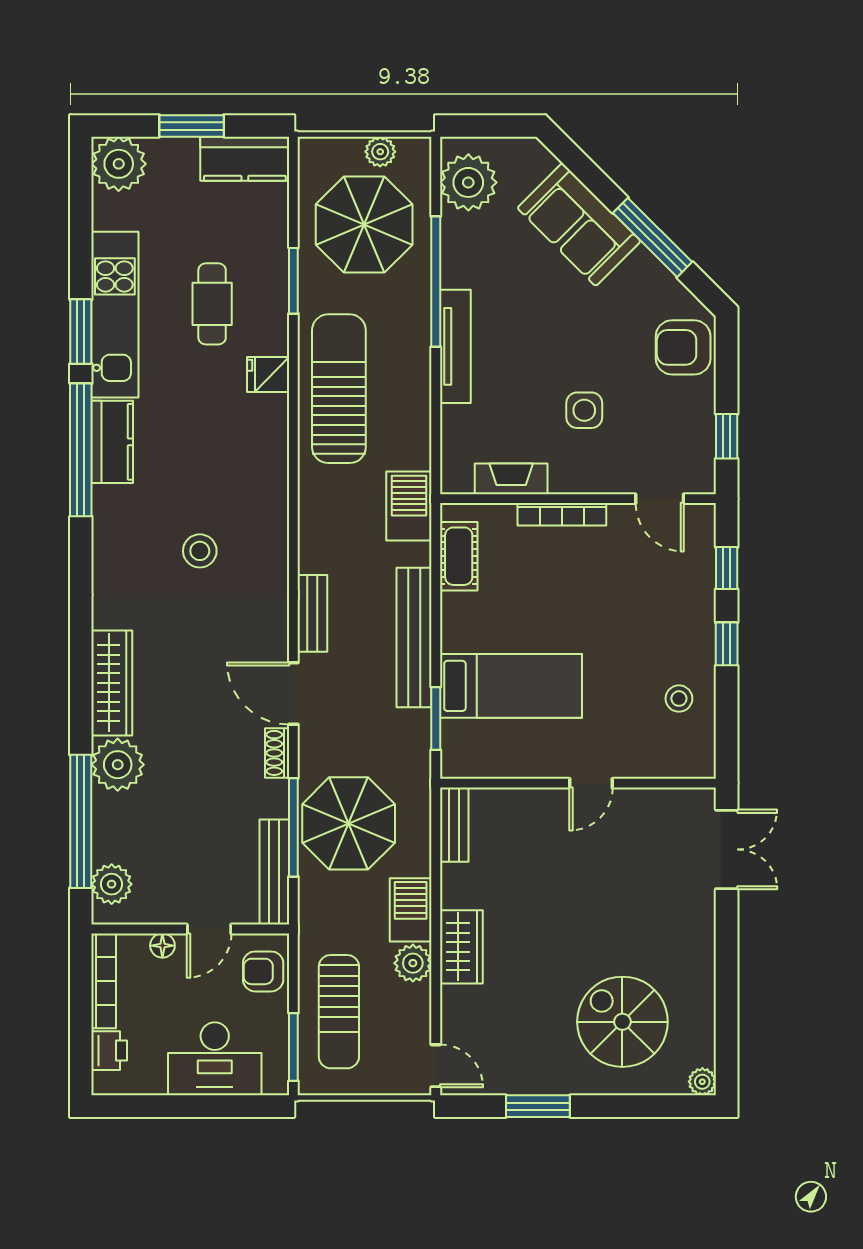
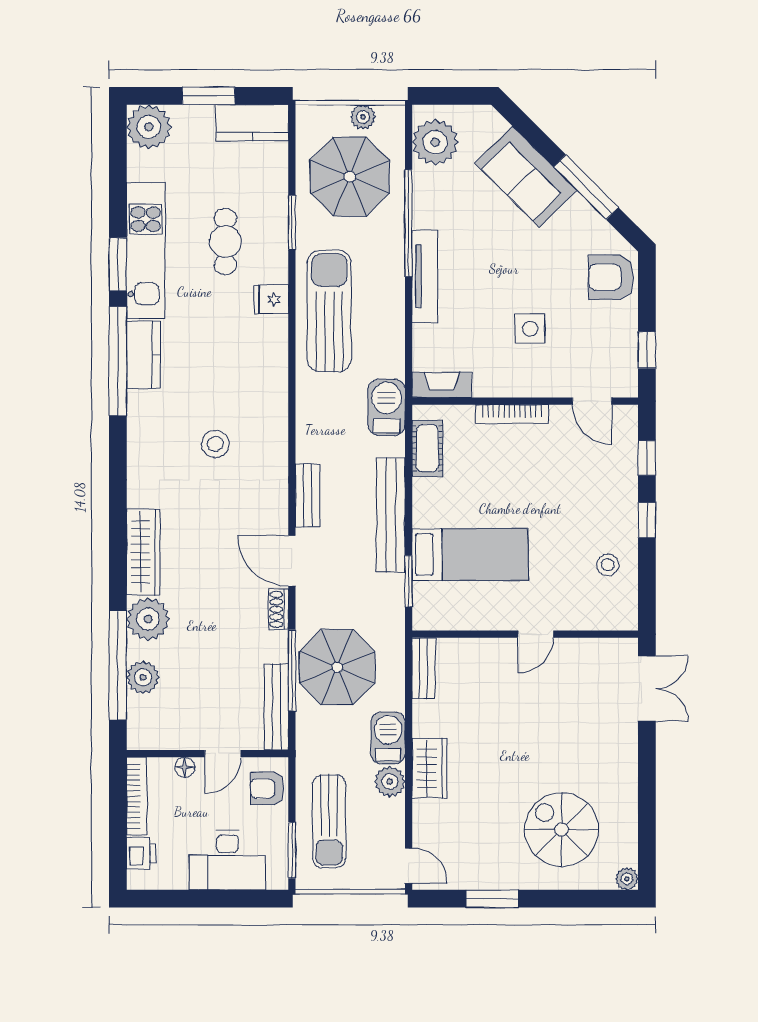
fireplace: (511, 479) -> (442, 385), moved
plant: (112, 884) -> (143, 677), moved

